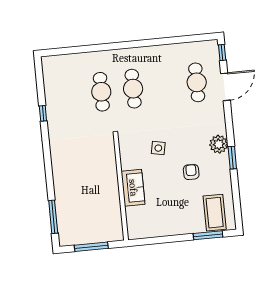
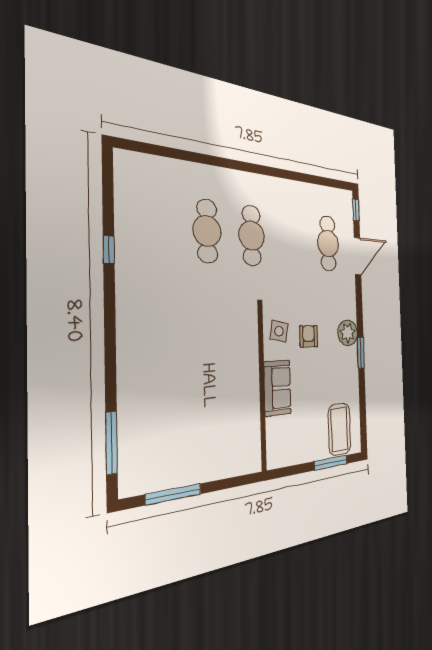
armchair: (191, 172) -> (309, 336), moved
wall: (121, 188) -> (262, 388), moved
sofa: (133, 188) -> (277, 388), moved

